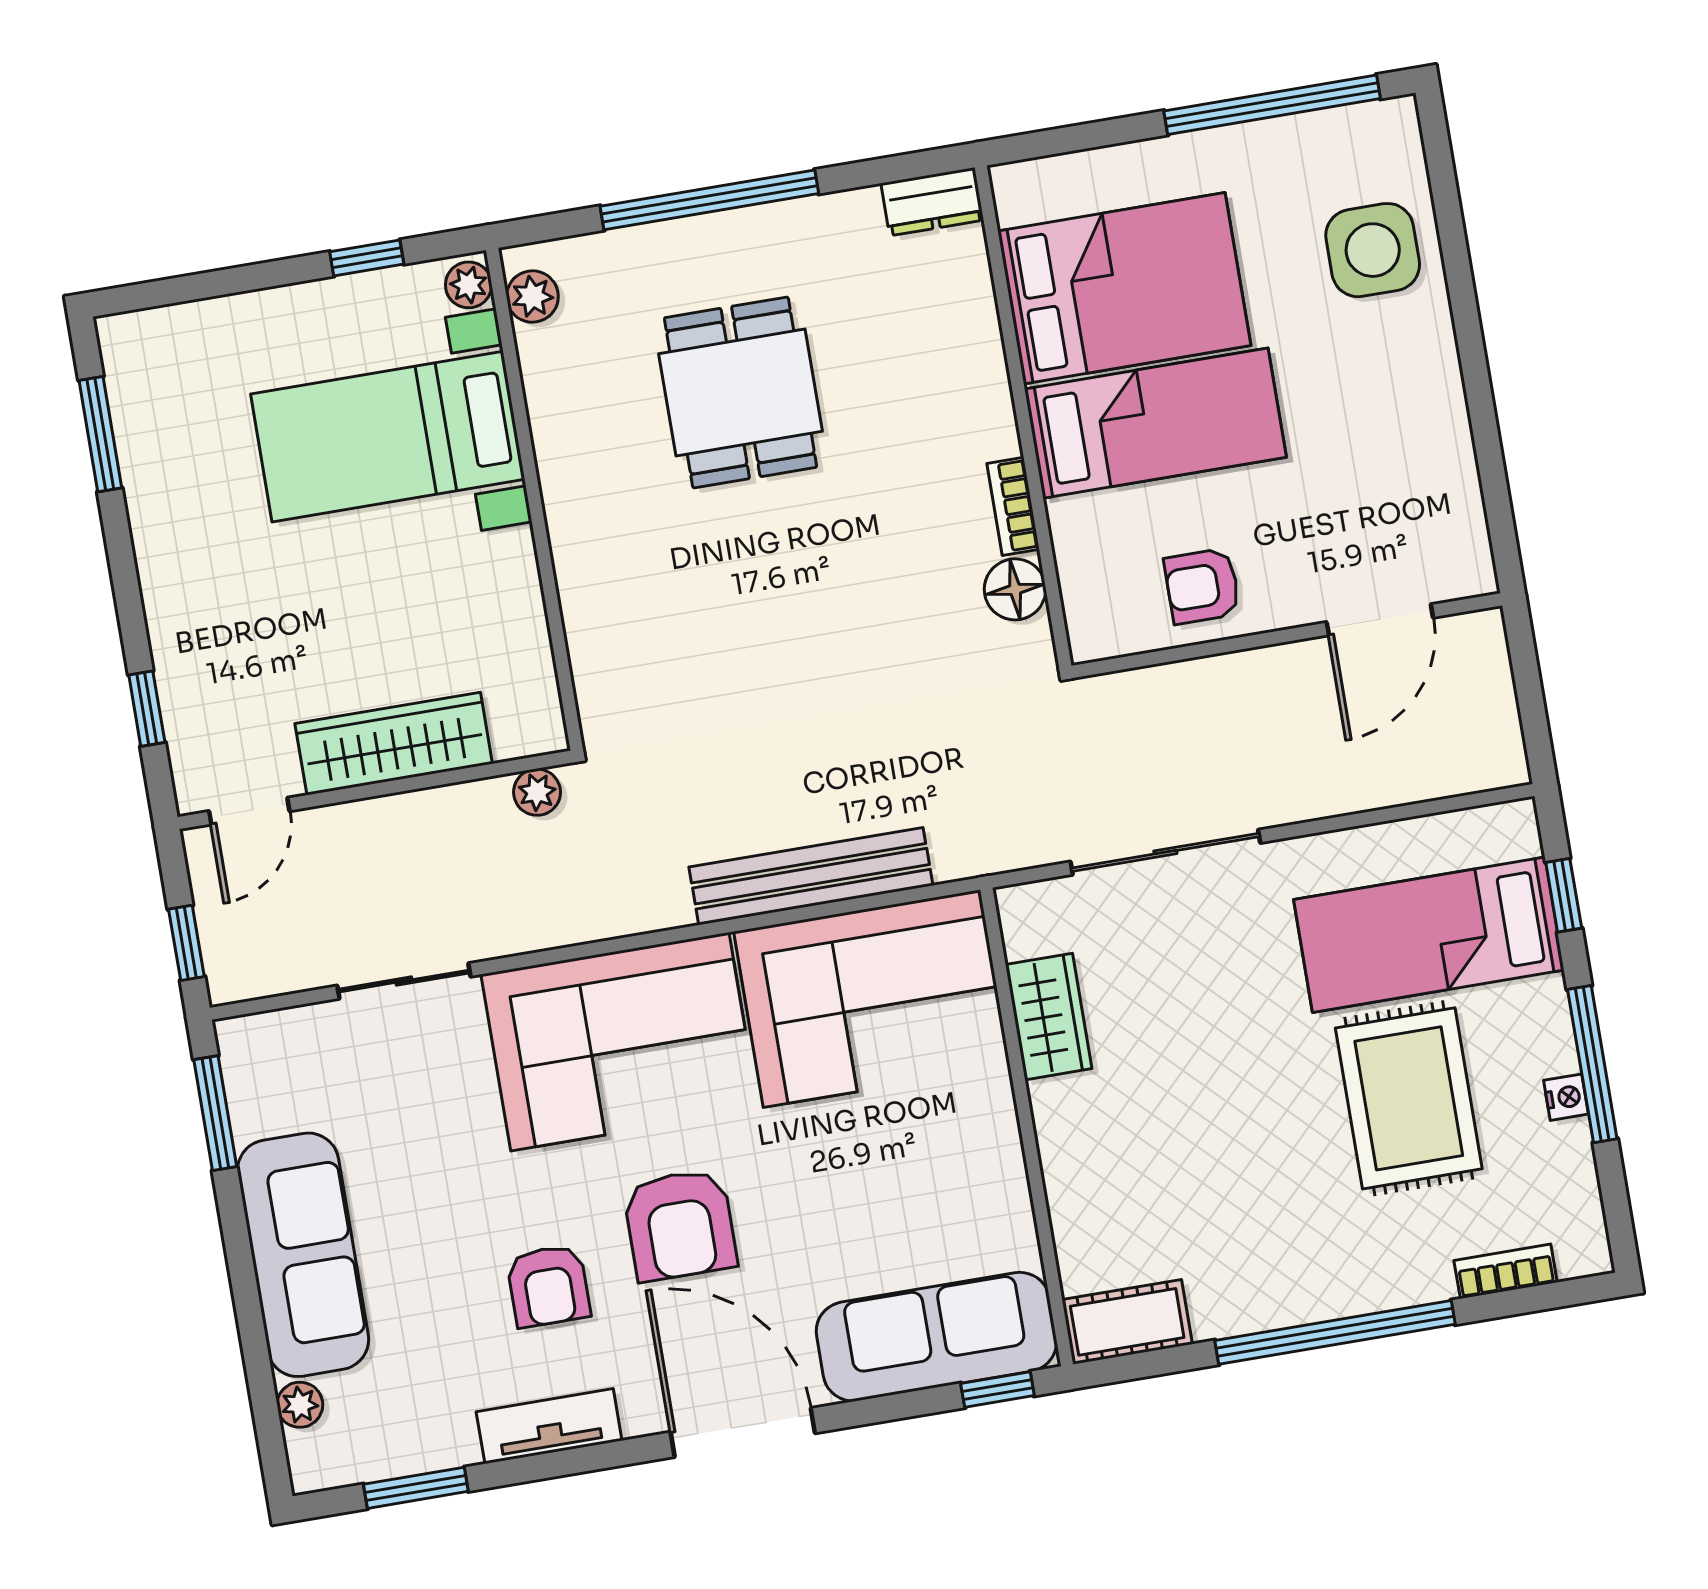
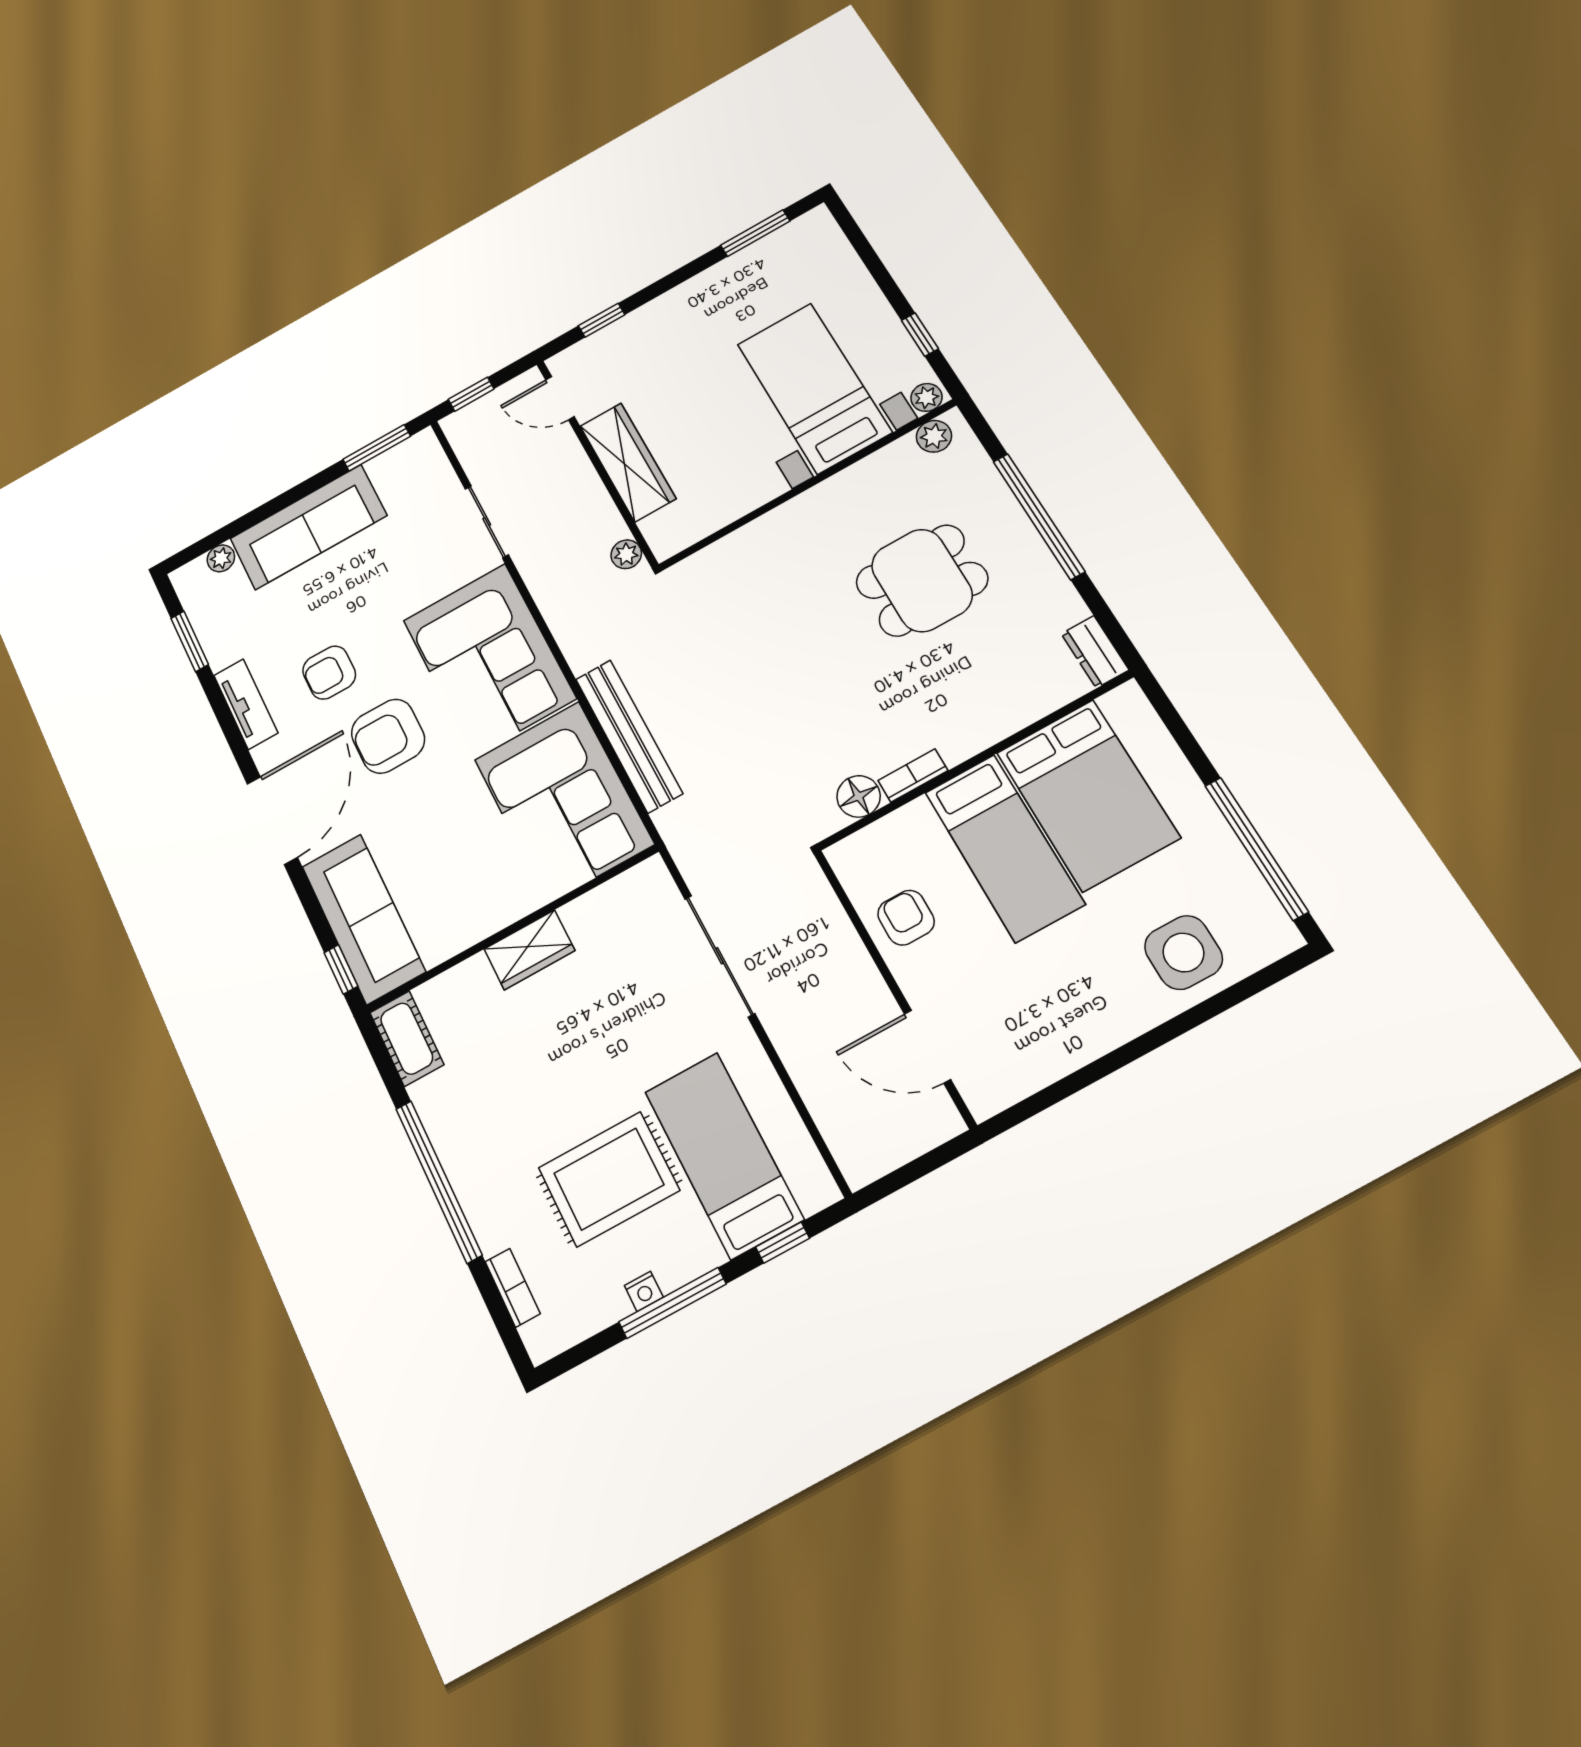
wardrobe: (1049, 1017) -> (529, 950), moved

